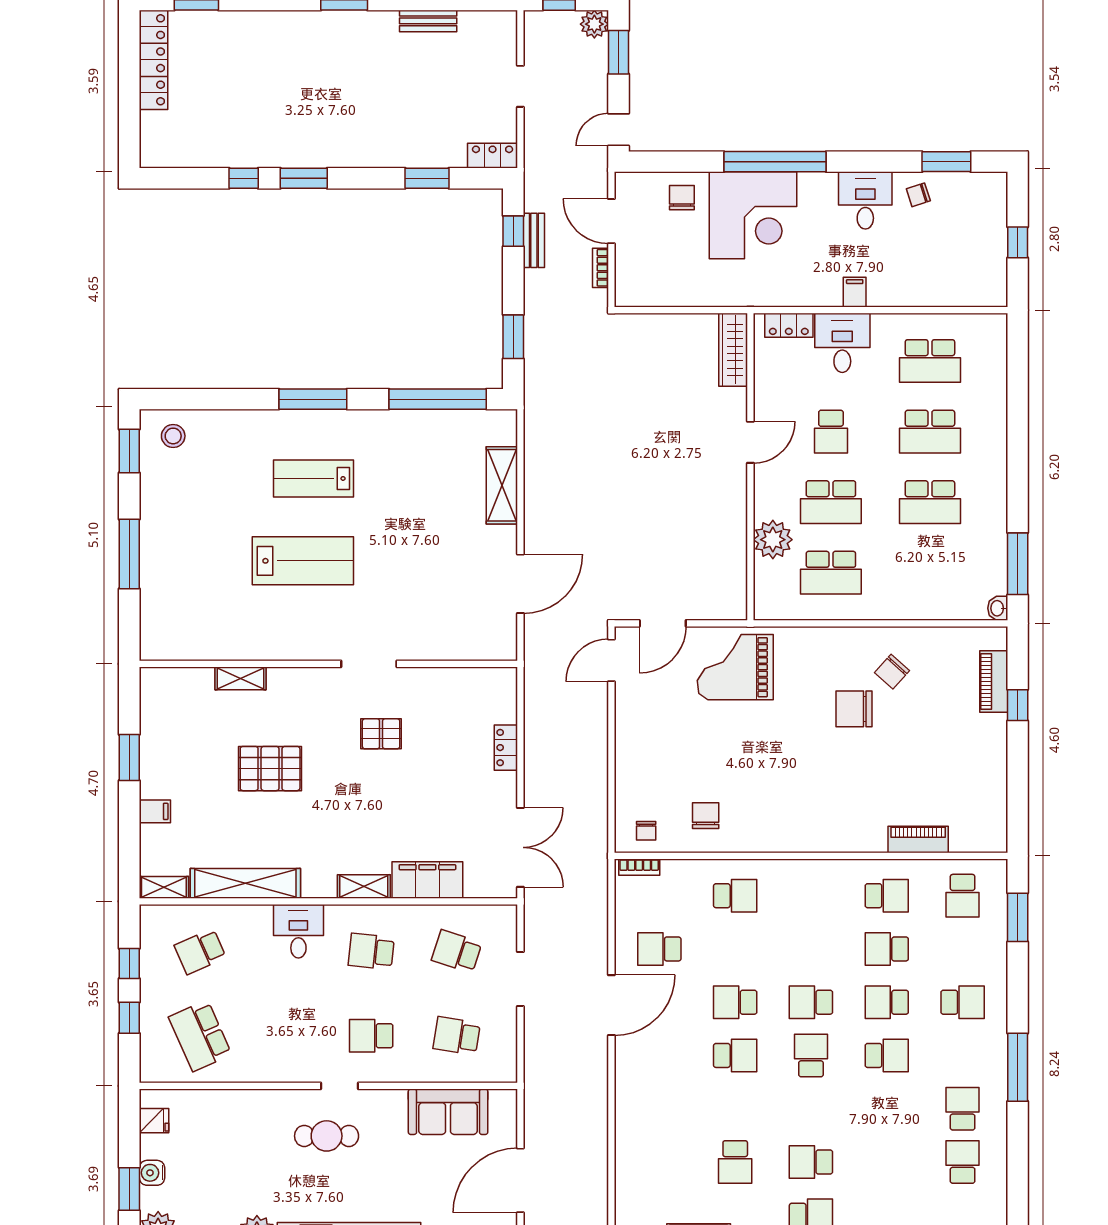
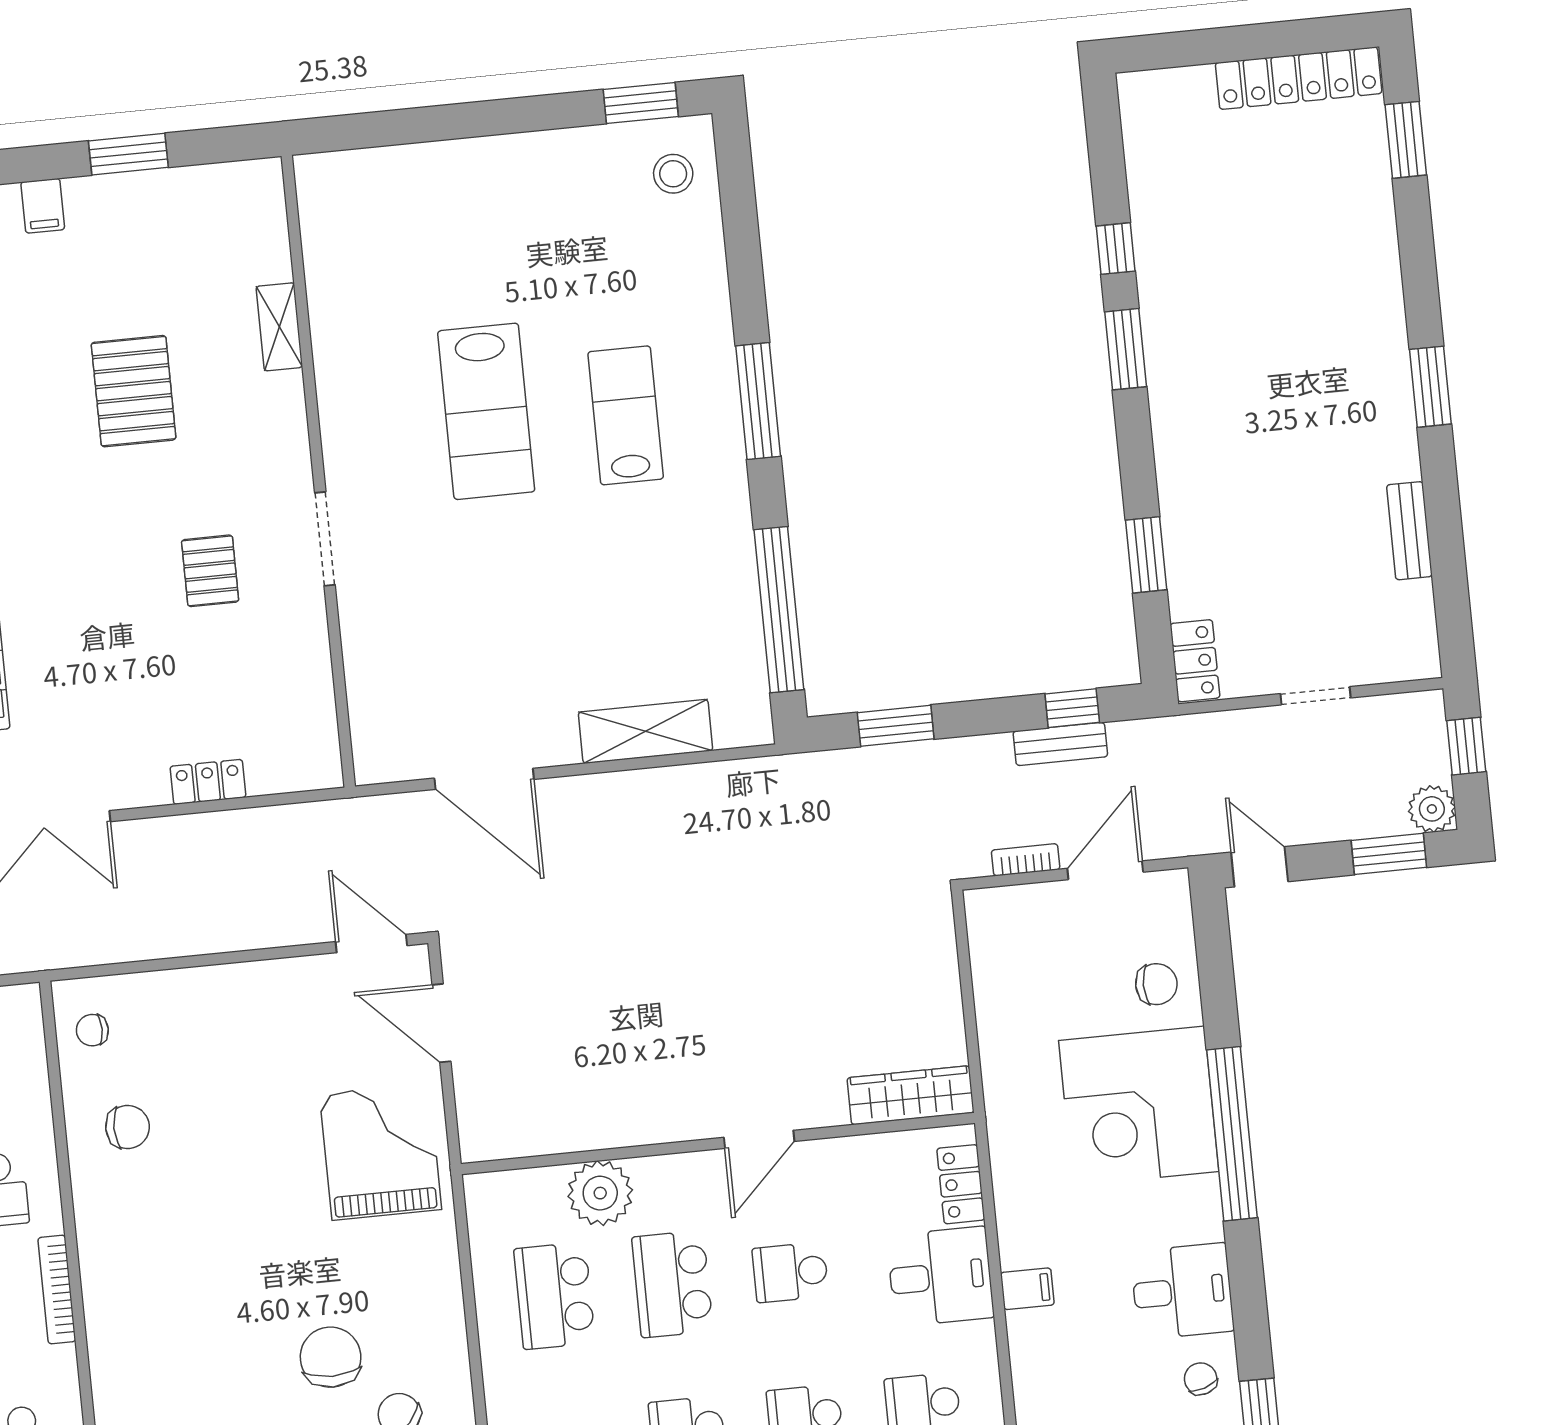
door: (750, 442) -> (759, 1139), hinge flipped
window: (129, 554) -> (469, 120), removed
bookcase: (639, 867) -> (57, 1290), moved, width x1.56

